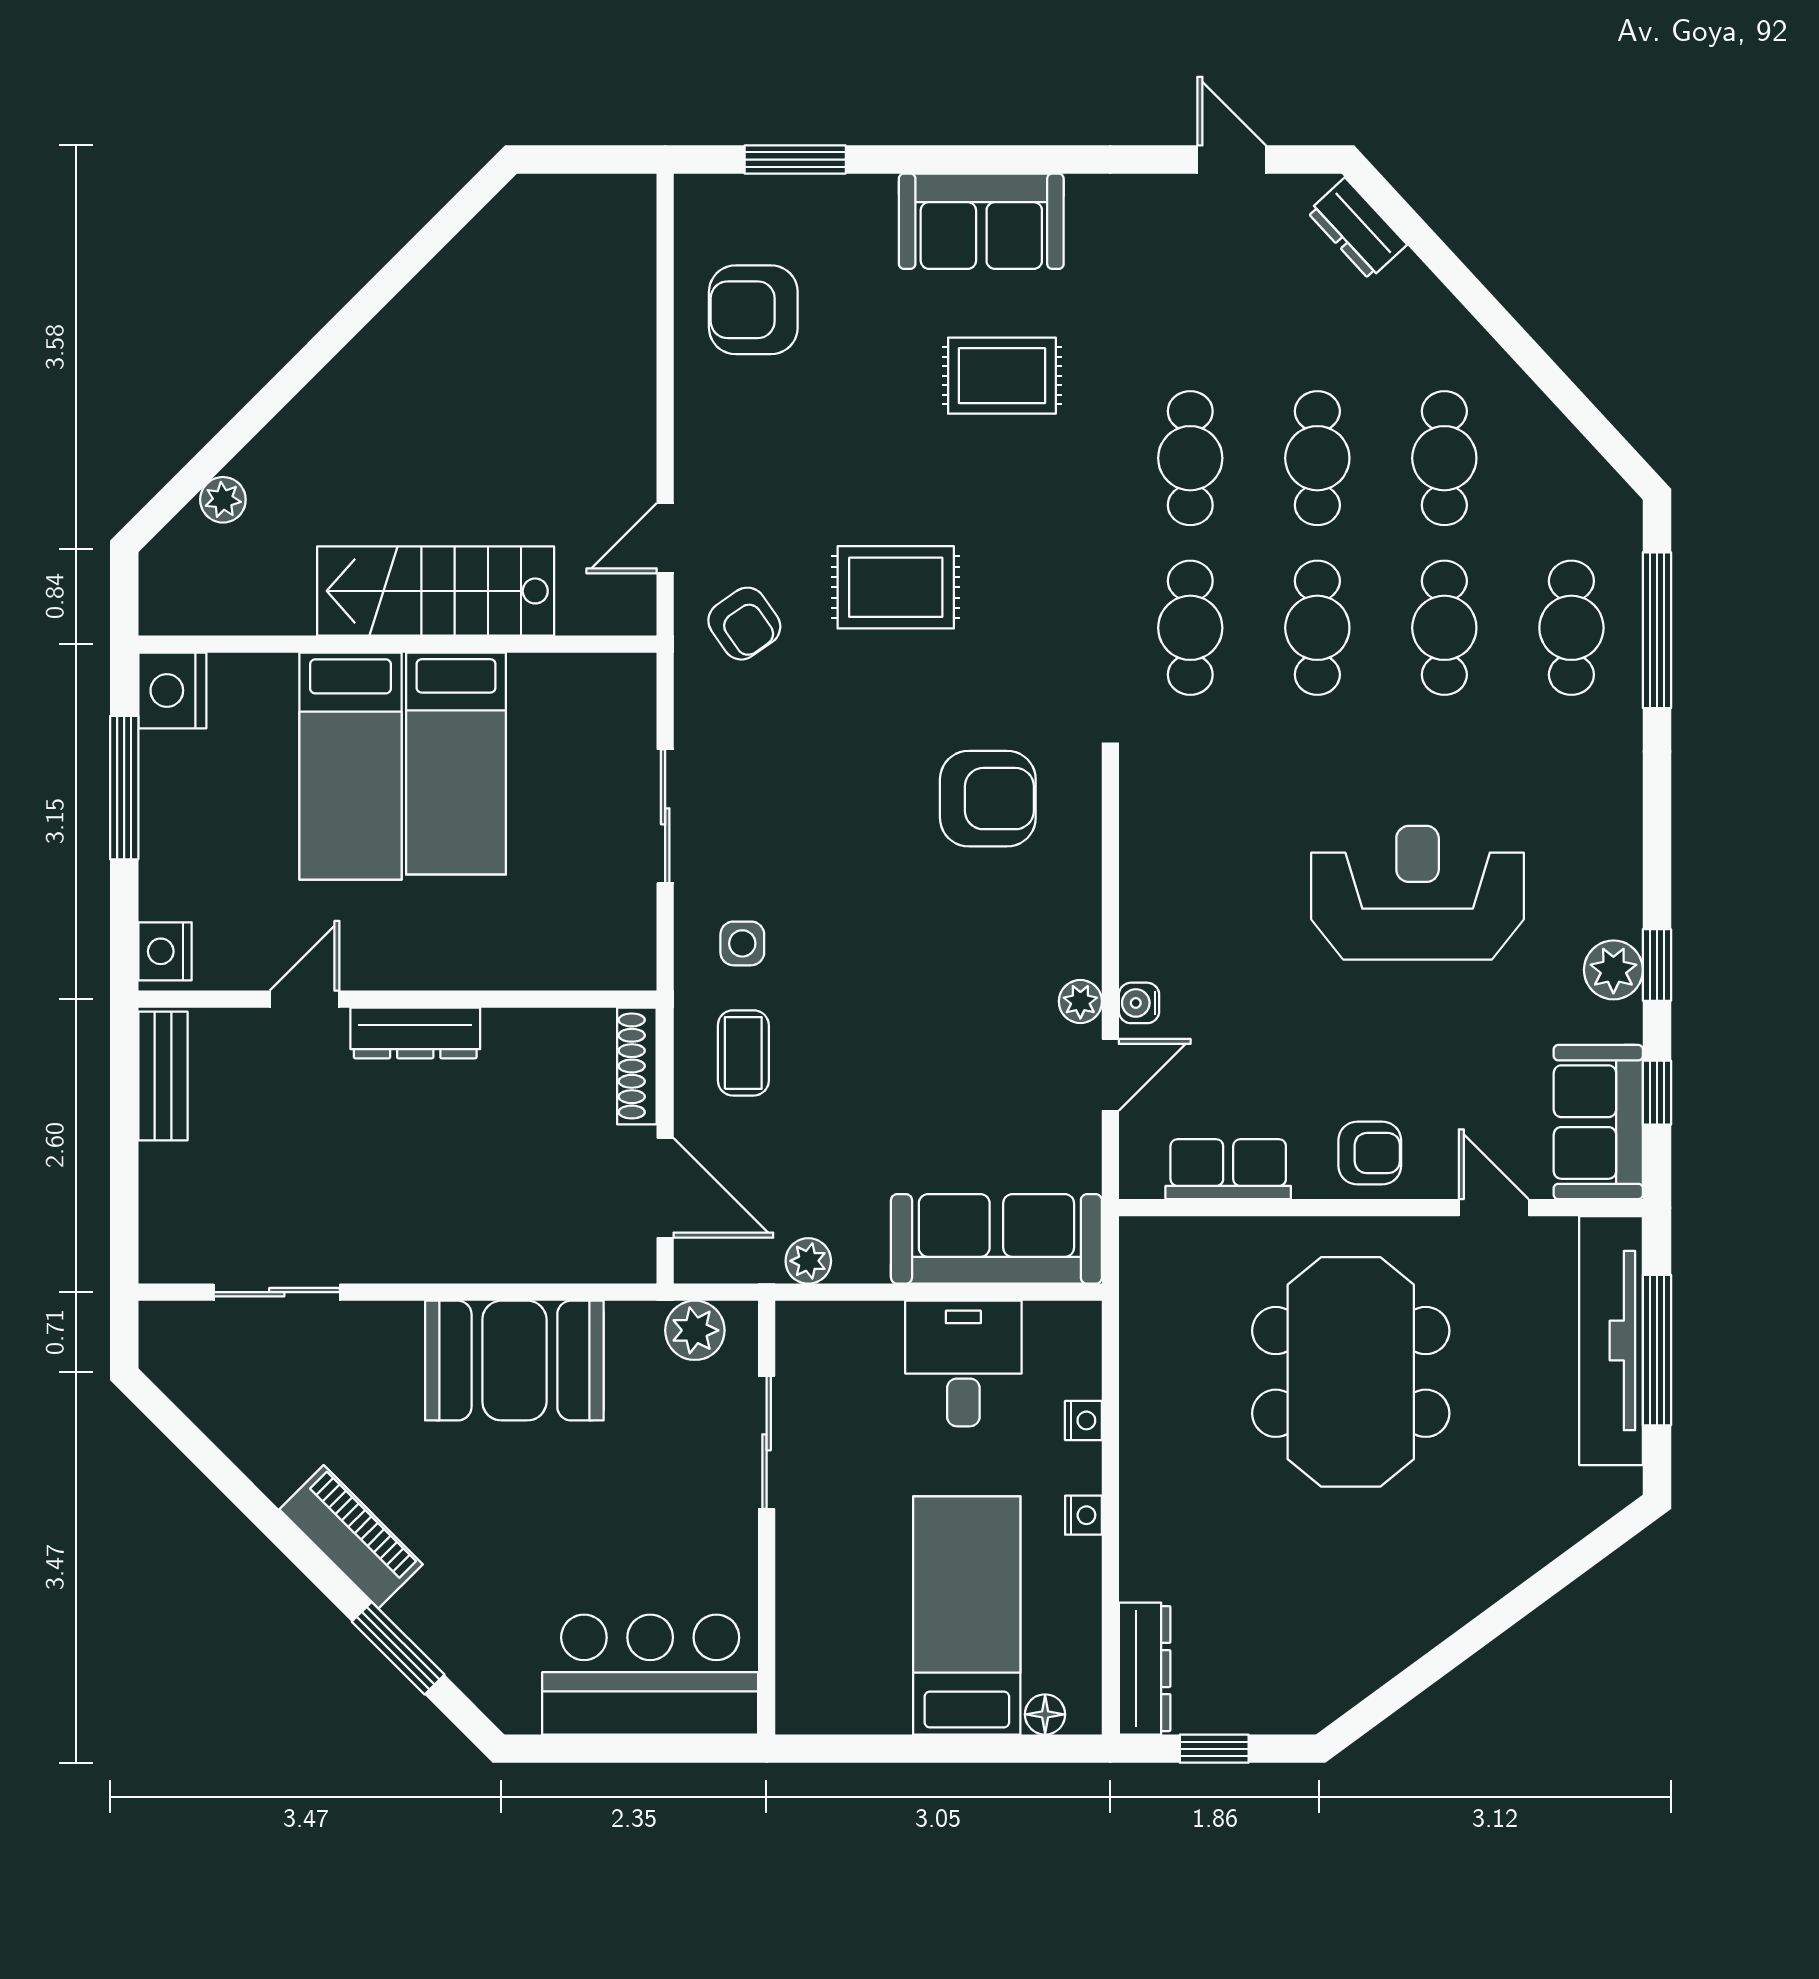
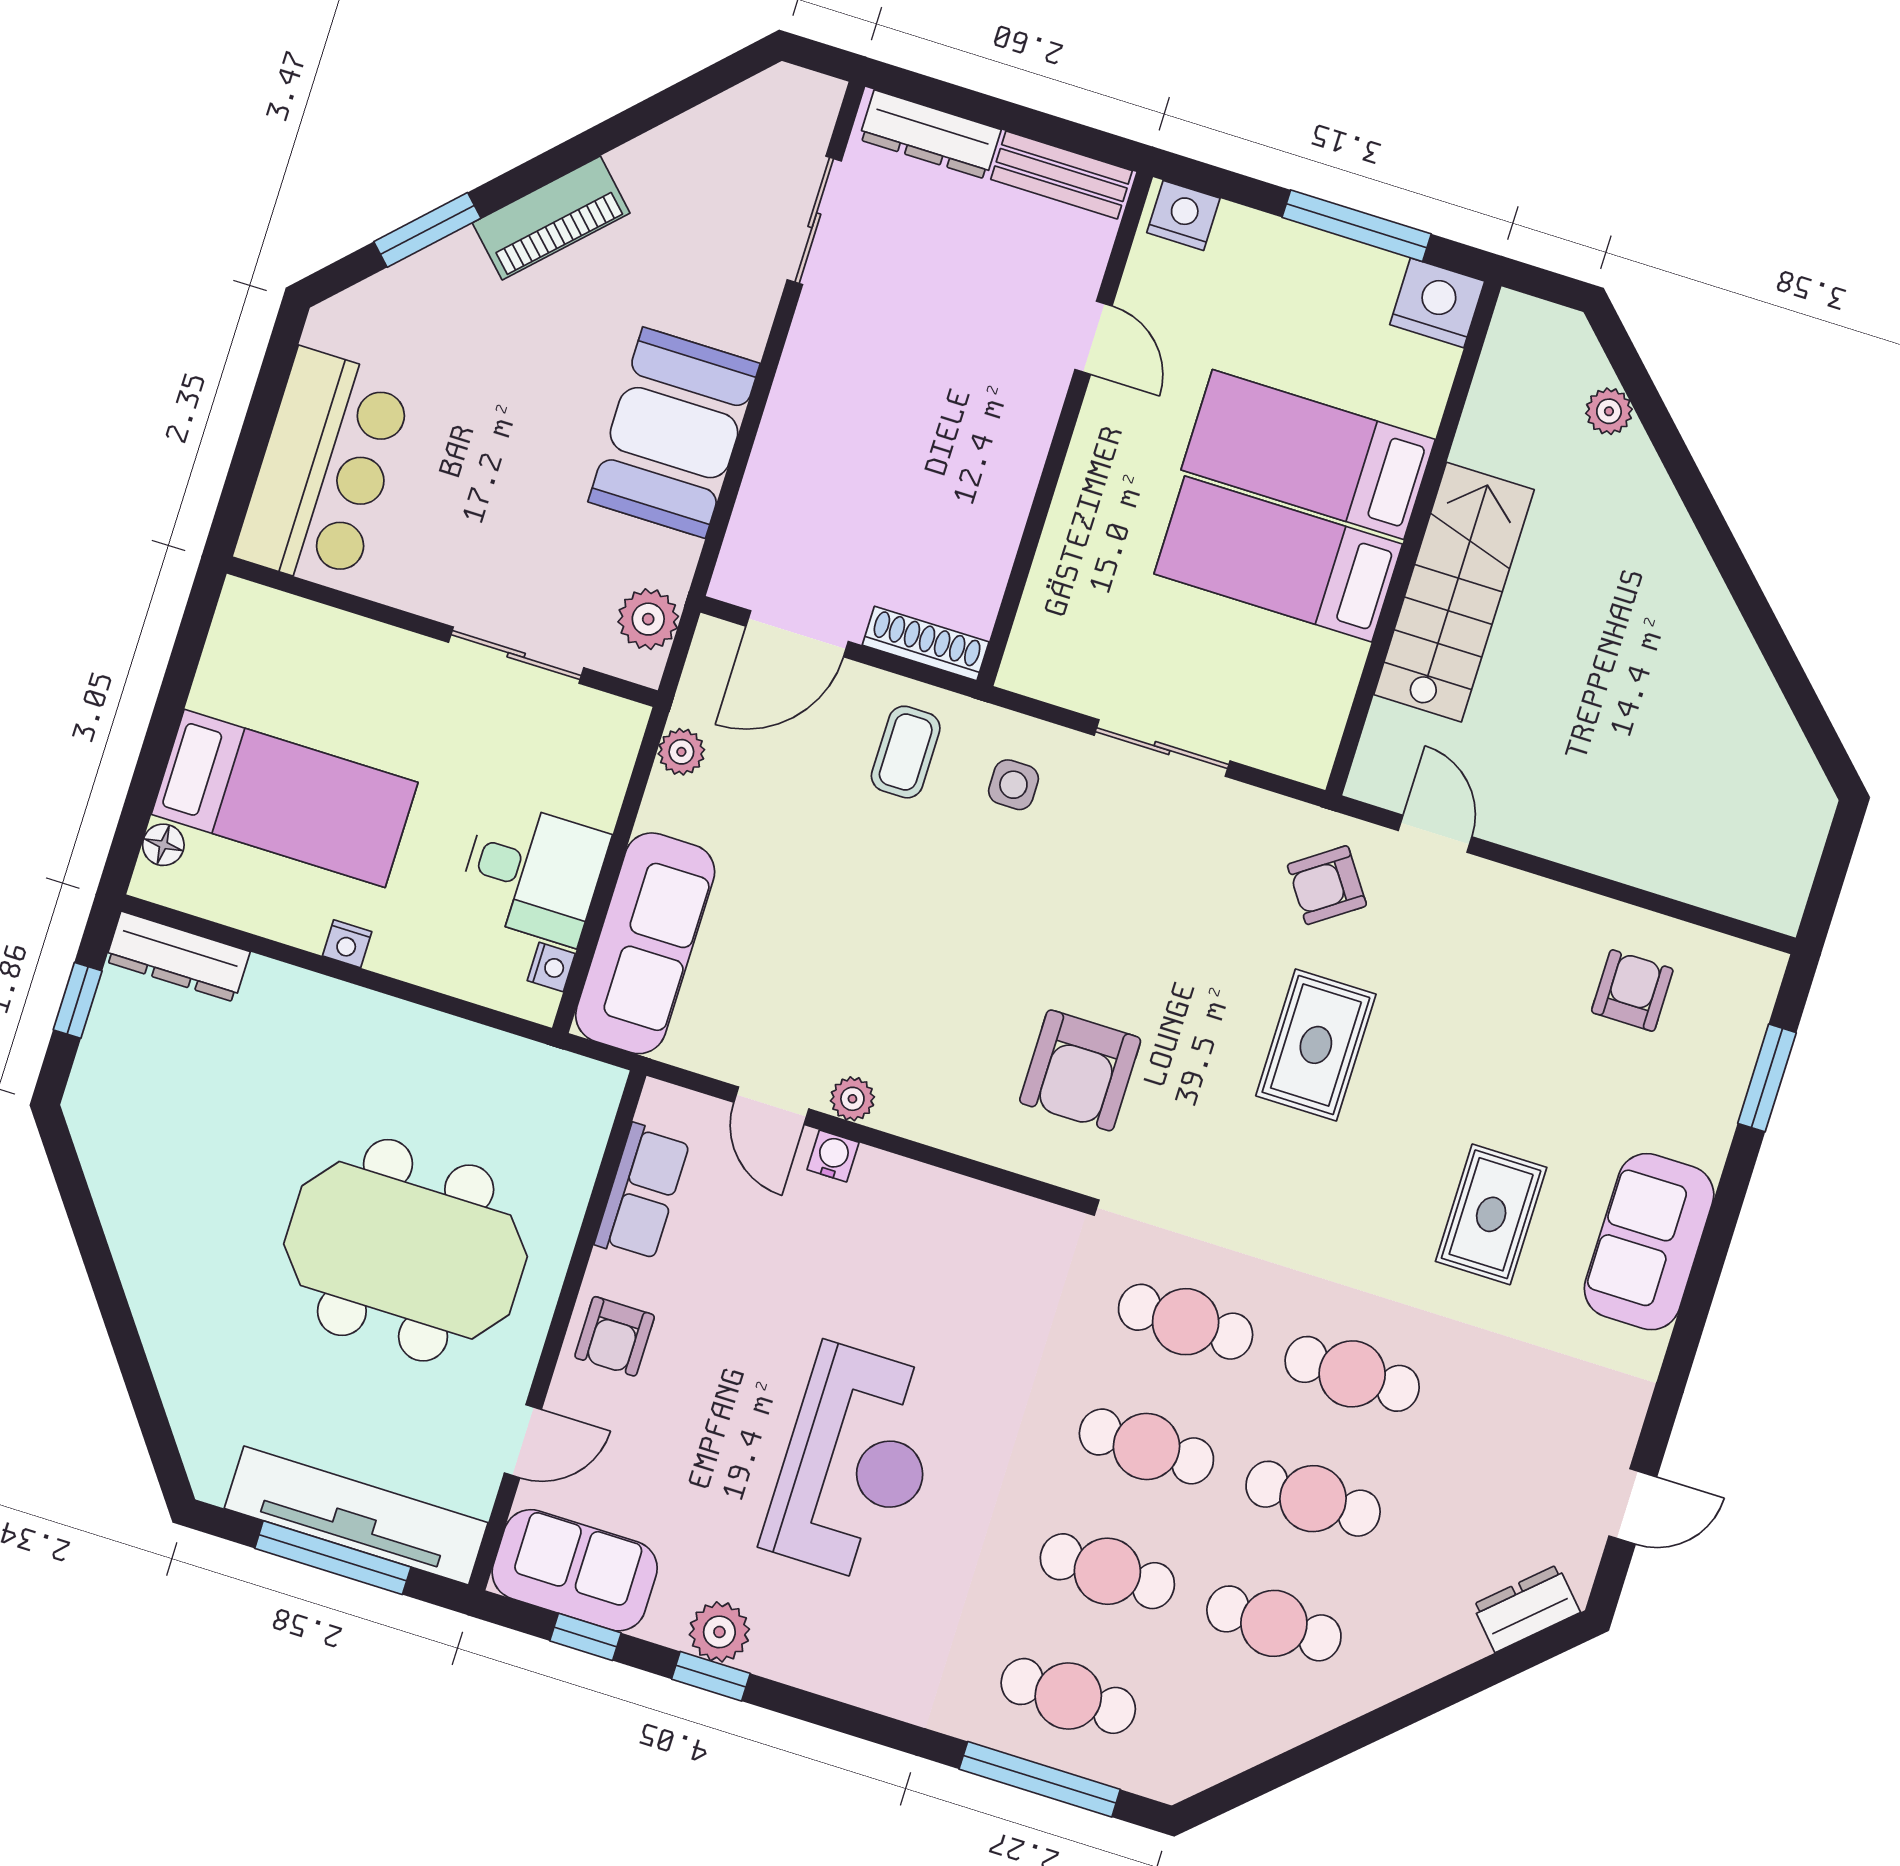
armchair: (753, 310) -> (1632, 991), width x0.72, depth x0.72
dresser: (415, 1033) -> (930, 135), moved, turned -90
coffee table: (743, 1053) -> (906, 752), turned 90
nightstand: (1083, 1420) -> (551, 967), moved, turned -90

